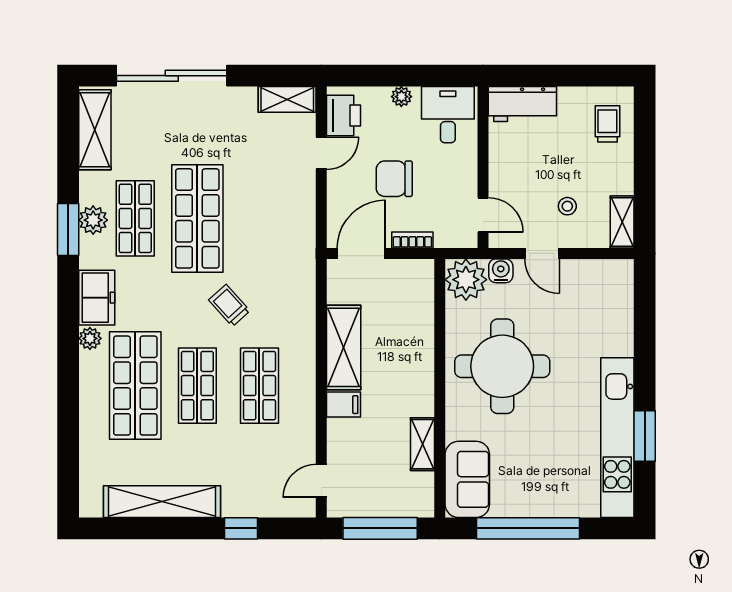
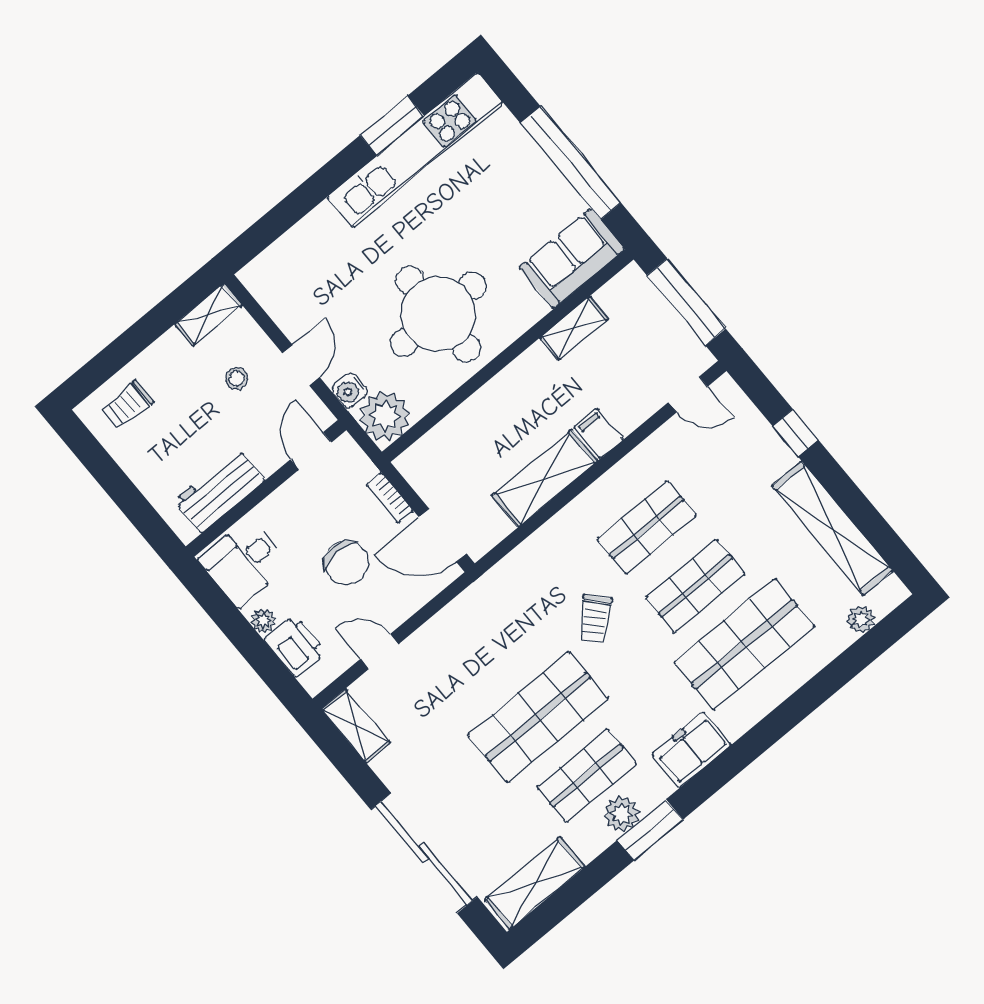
workbench: (522, 104) -> (220, 490), moved, turned -90
printer: (343, 115) -> (295, 646), moved, turned 90
plant: (90, 338) -> (861, 619), moved

